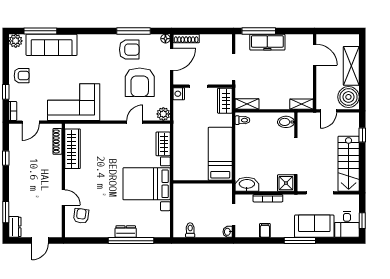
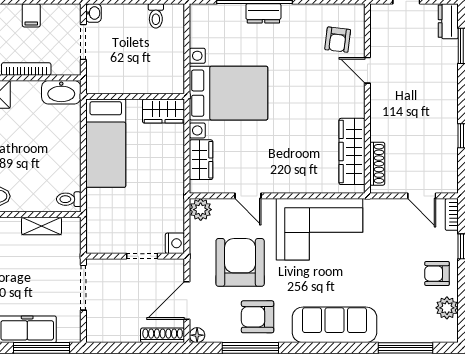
plant: (16, 41) -> (447, 308), moved
sofa: (52, 45) -> (334, 325), moved
wardrobe: (225, 101) -> (164, 111), moved, turned 90
corner sofa: (74, 102) -> (319, 229), moved
shelving: (247, 104) -> (41, 226), moved
door: (31, 122) -> (422, 196), swing flipped
door: (135, 122) -> (248, 196), hinge flipped

